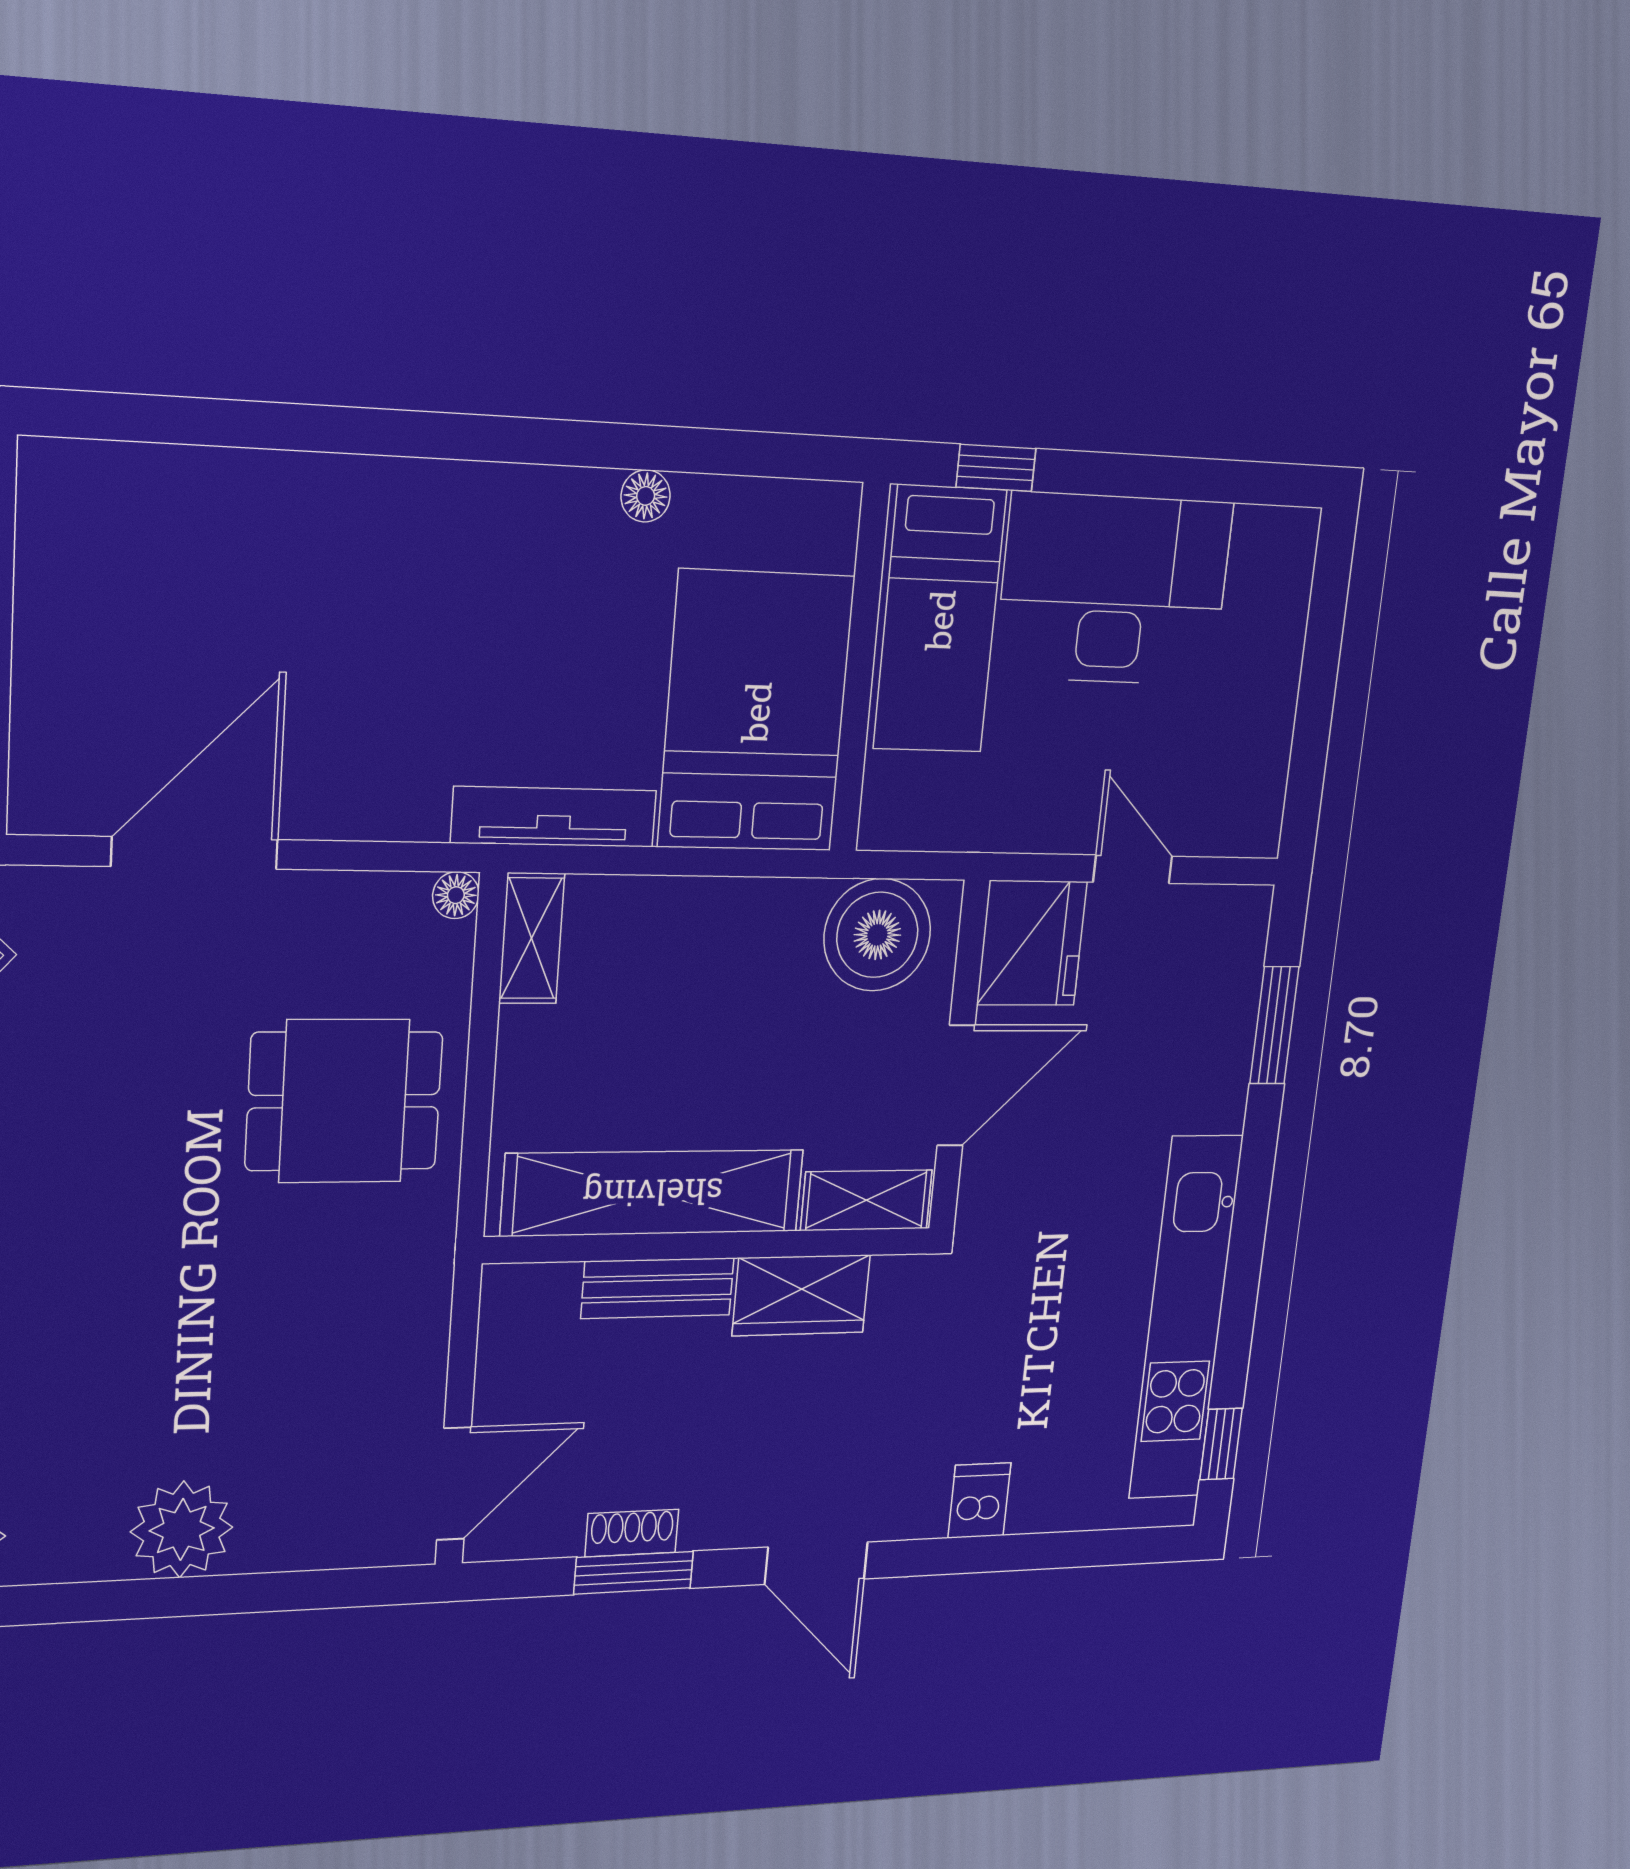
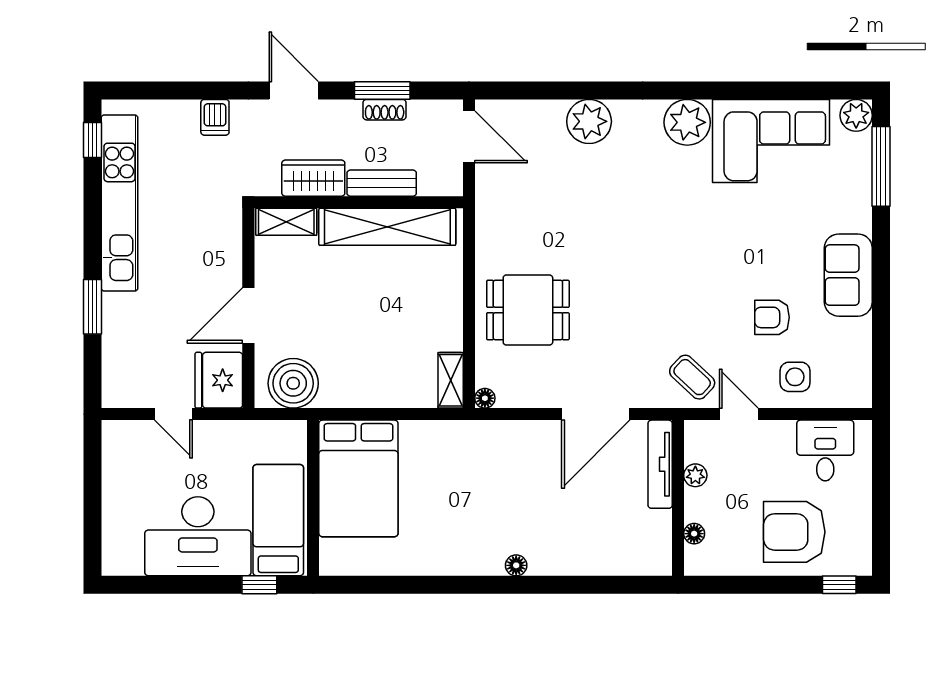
floor lamp: (646, 496) -> (516, 565), moved
tv unit: (554, 817) -> (660, 464), moved, turned 90
window: (1274, 1025) -> (92, 307), moved
shelving: (653, 1193) -> (387, 227), moved
shelving: (866, 1200) -> (286, 222), moved
wall: (710, 1246) -> (359, 202), moved
bench: (658, 1288) -> (382, 183), moved
wardrobe: (801, 1295) -> (313, 178), moved
door: (454, 1484) -> (469, 137), swing flipped

